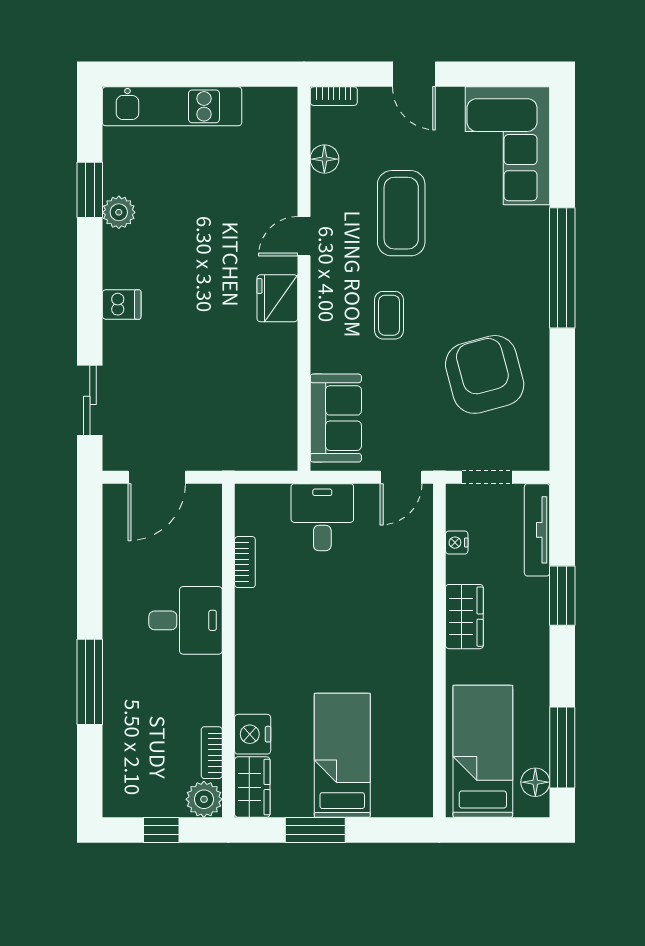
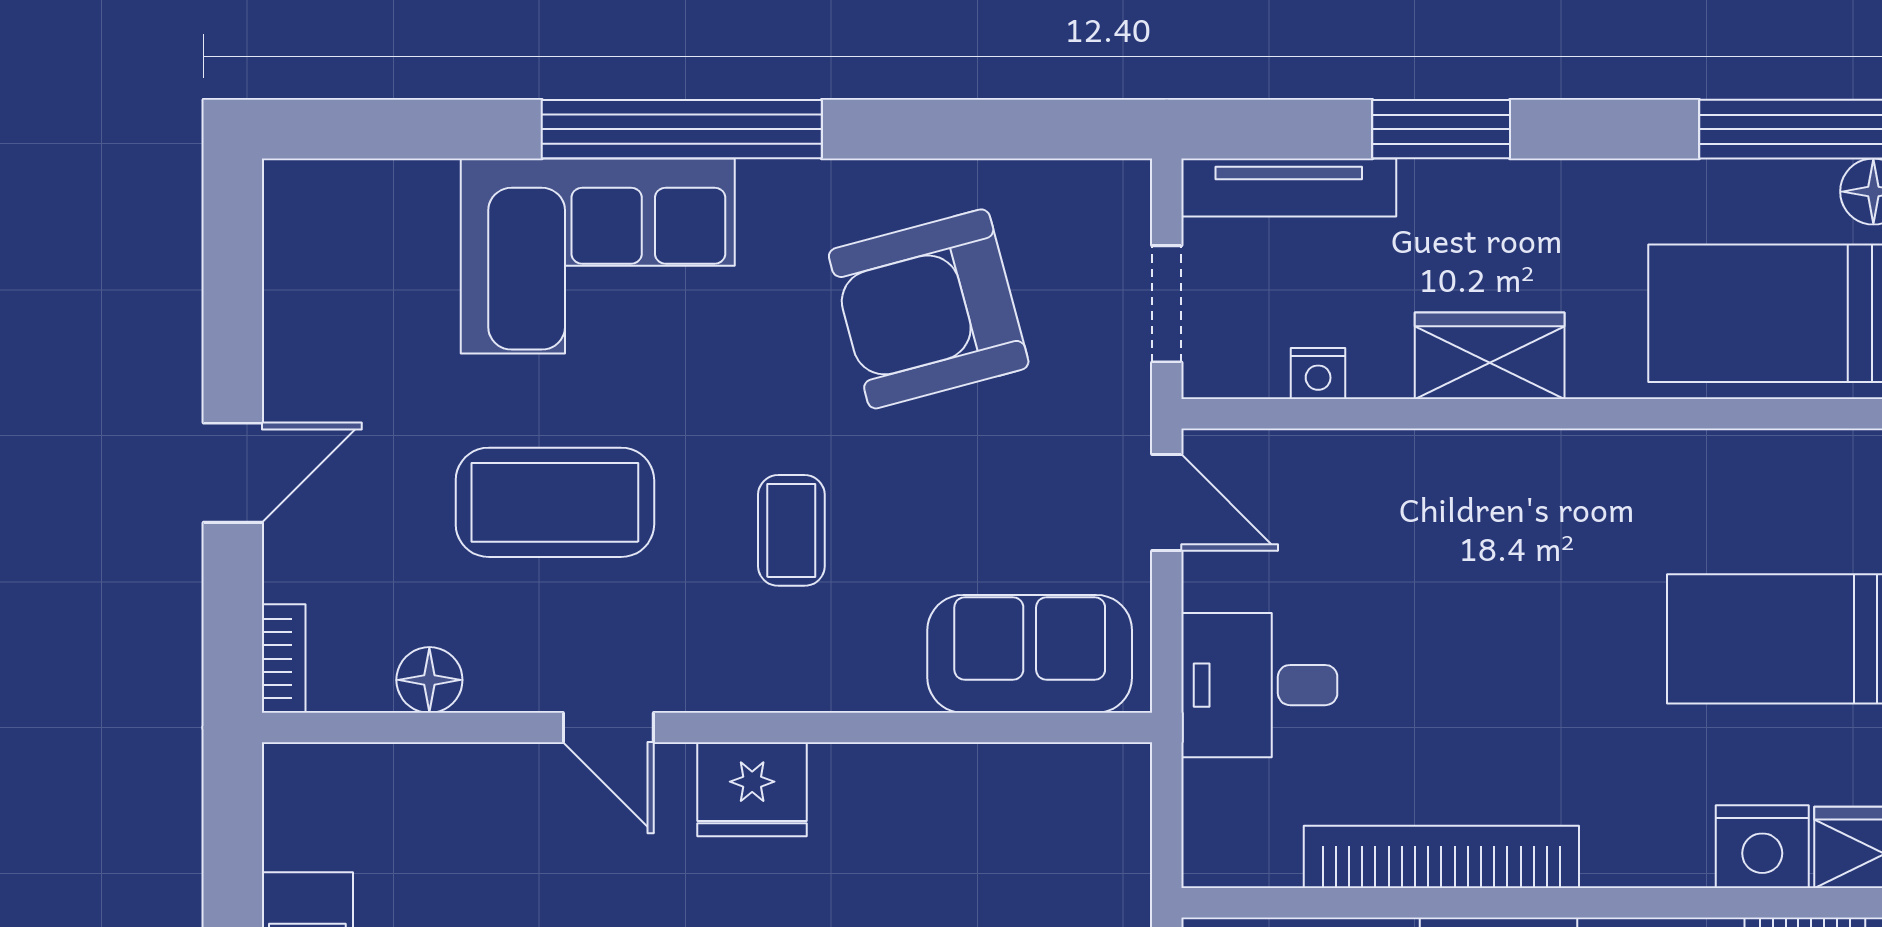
corner sofa: (507, 146) -> (598, 256), moved
coffee table: (389, 315) -> (791, 530), turned 90
bookcase: (245, 562) -> (1441, 857), width x2.31, depth x1.31

